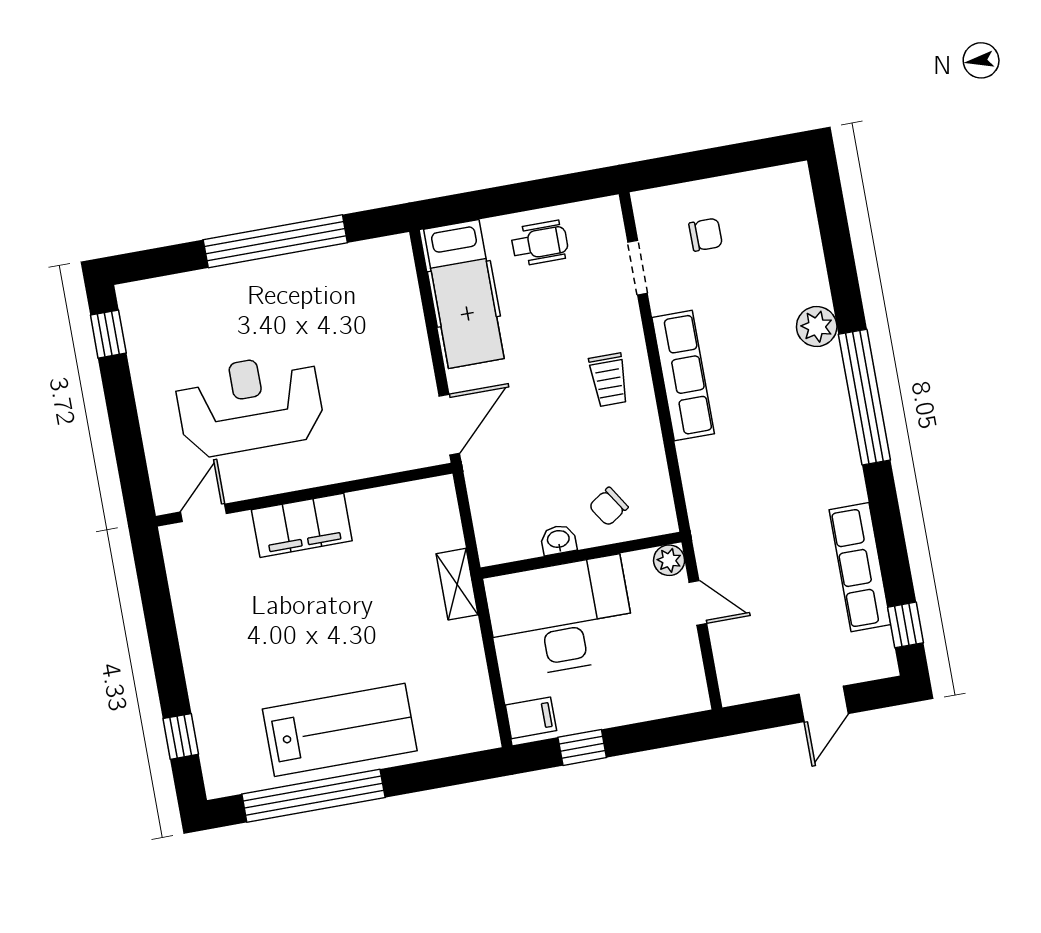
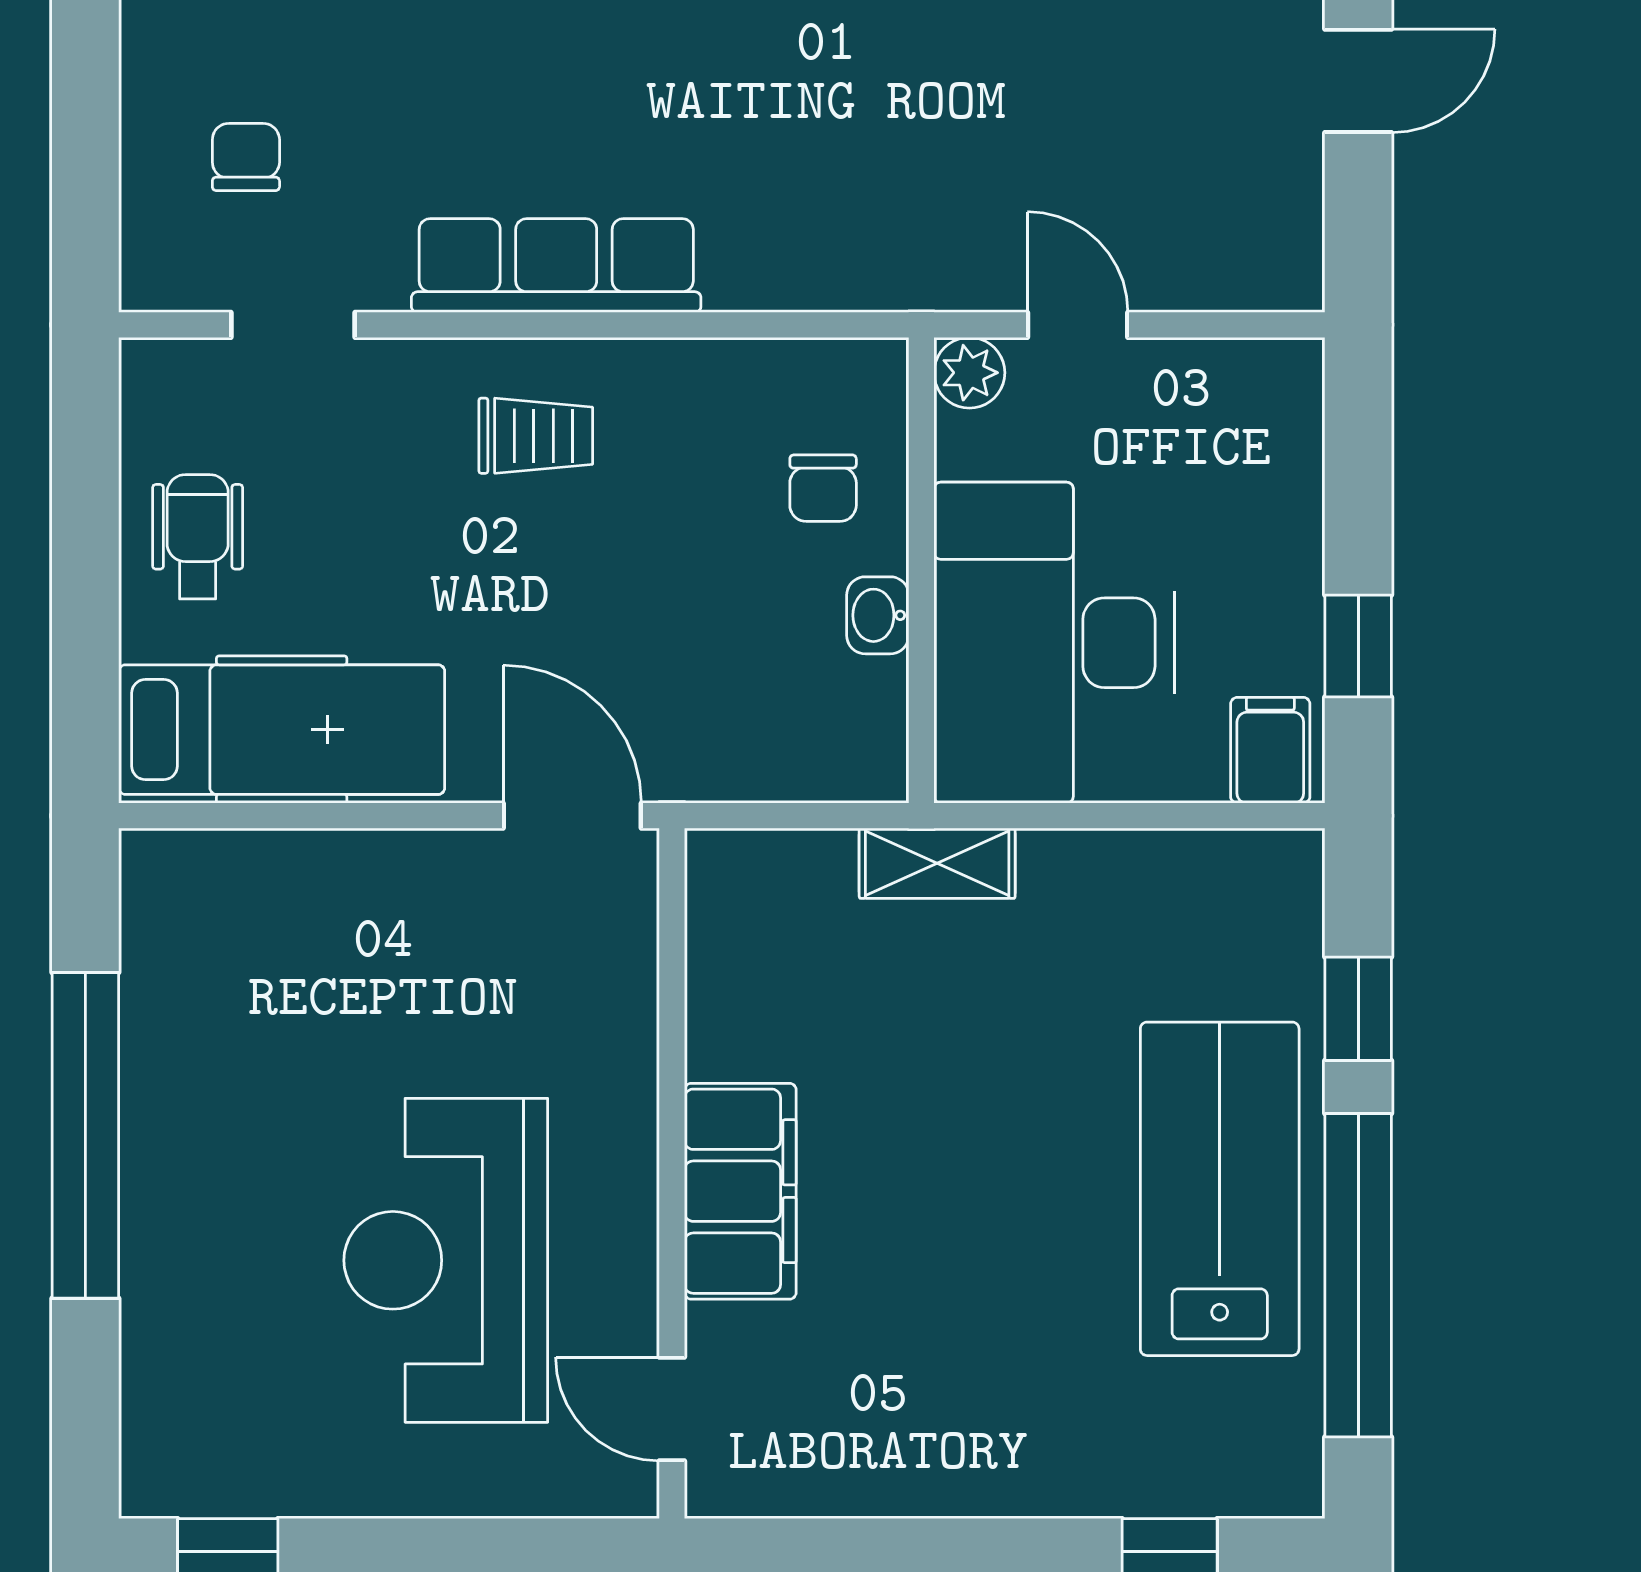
chair: (609, 507) -> (823, 488), turned 33
door: (698, 603) -> (1078, 325), hinge flipped
door: (824, 704) -> (1358, 81), hinge flipped
window: (427, 775) -> (1358, 1009), added

